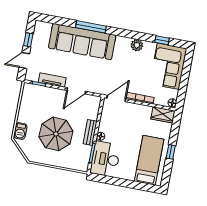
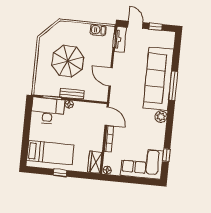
plant: (137, 45) -> (161, 117), moved
tv unit: (52, 80) -> (120, 39), moved
barbecue: (20, 131) -> (98, 30), moved

